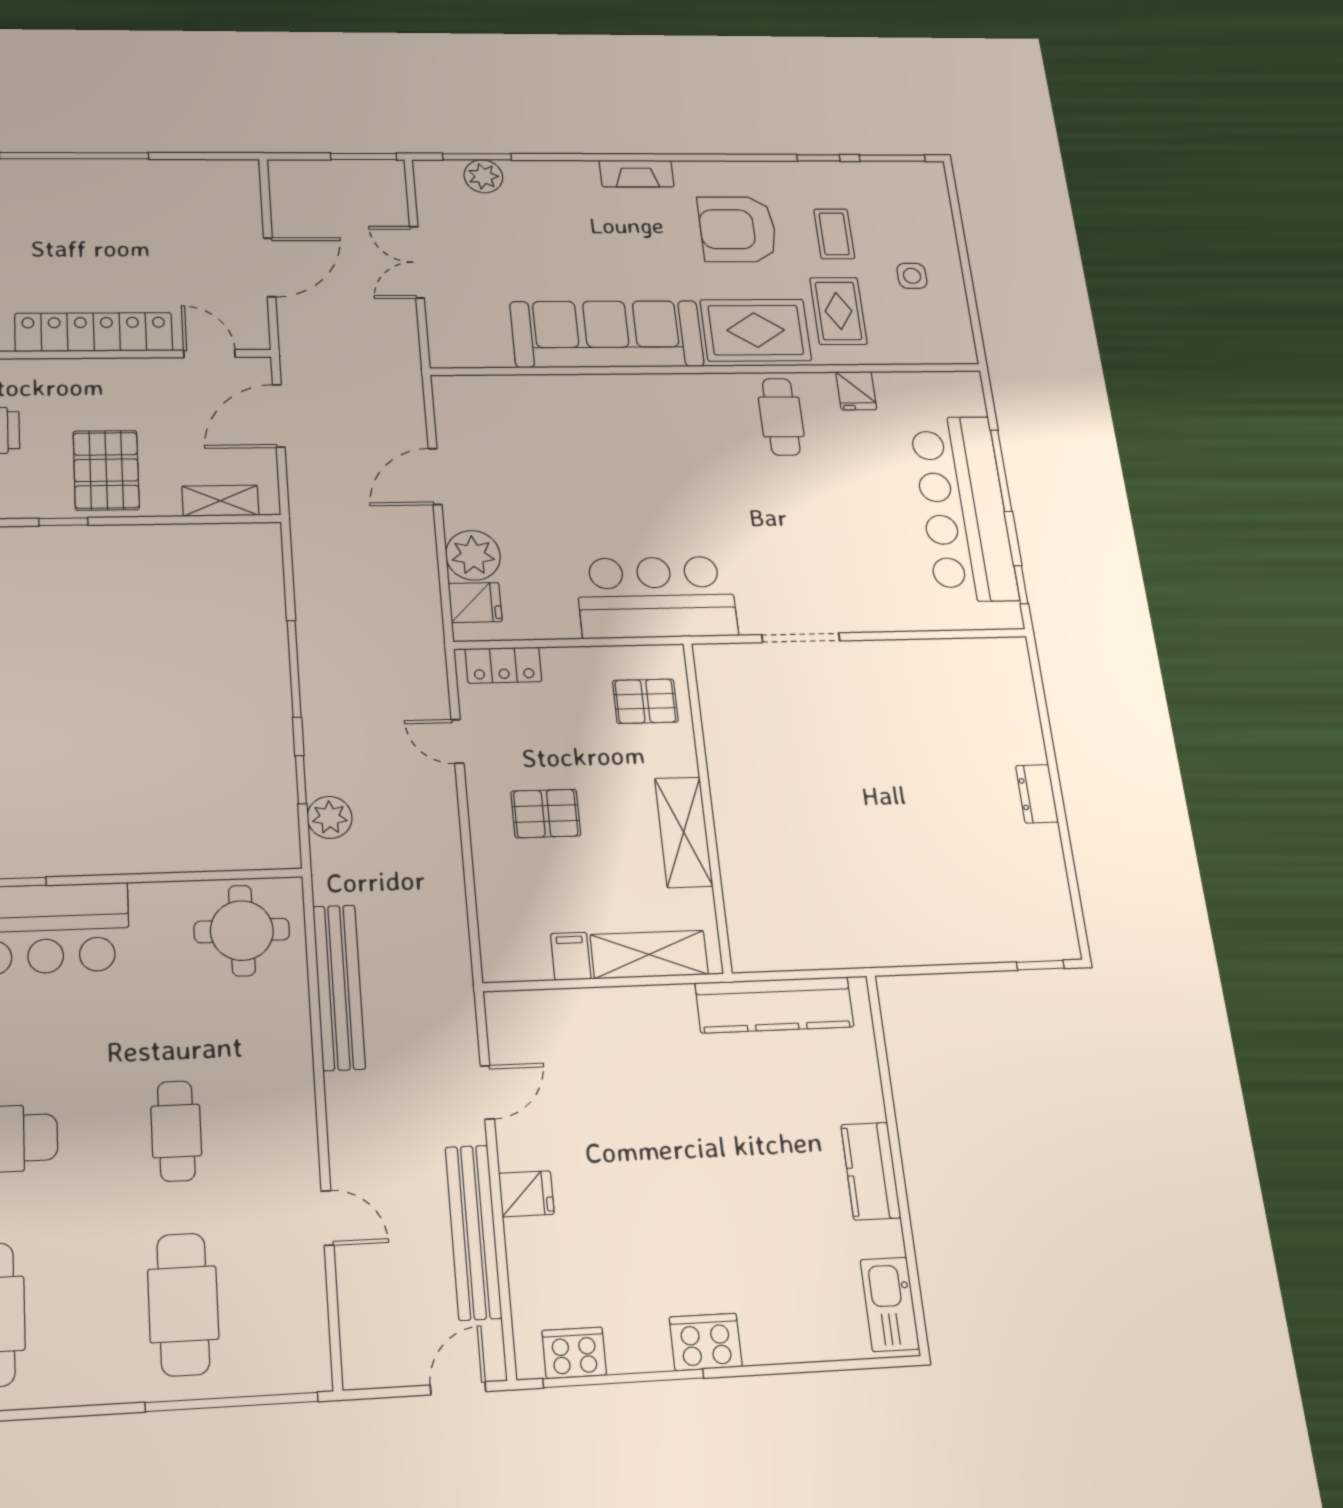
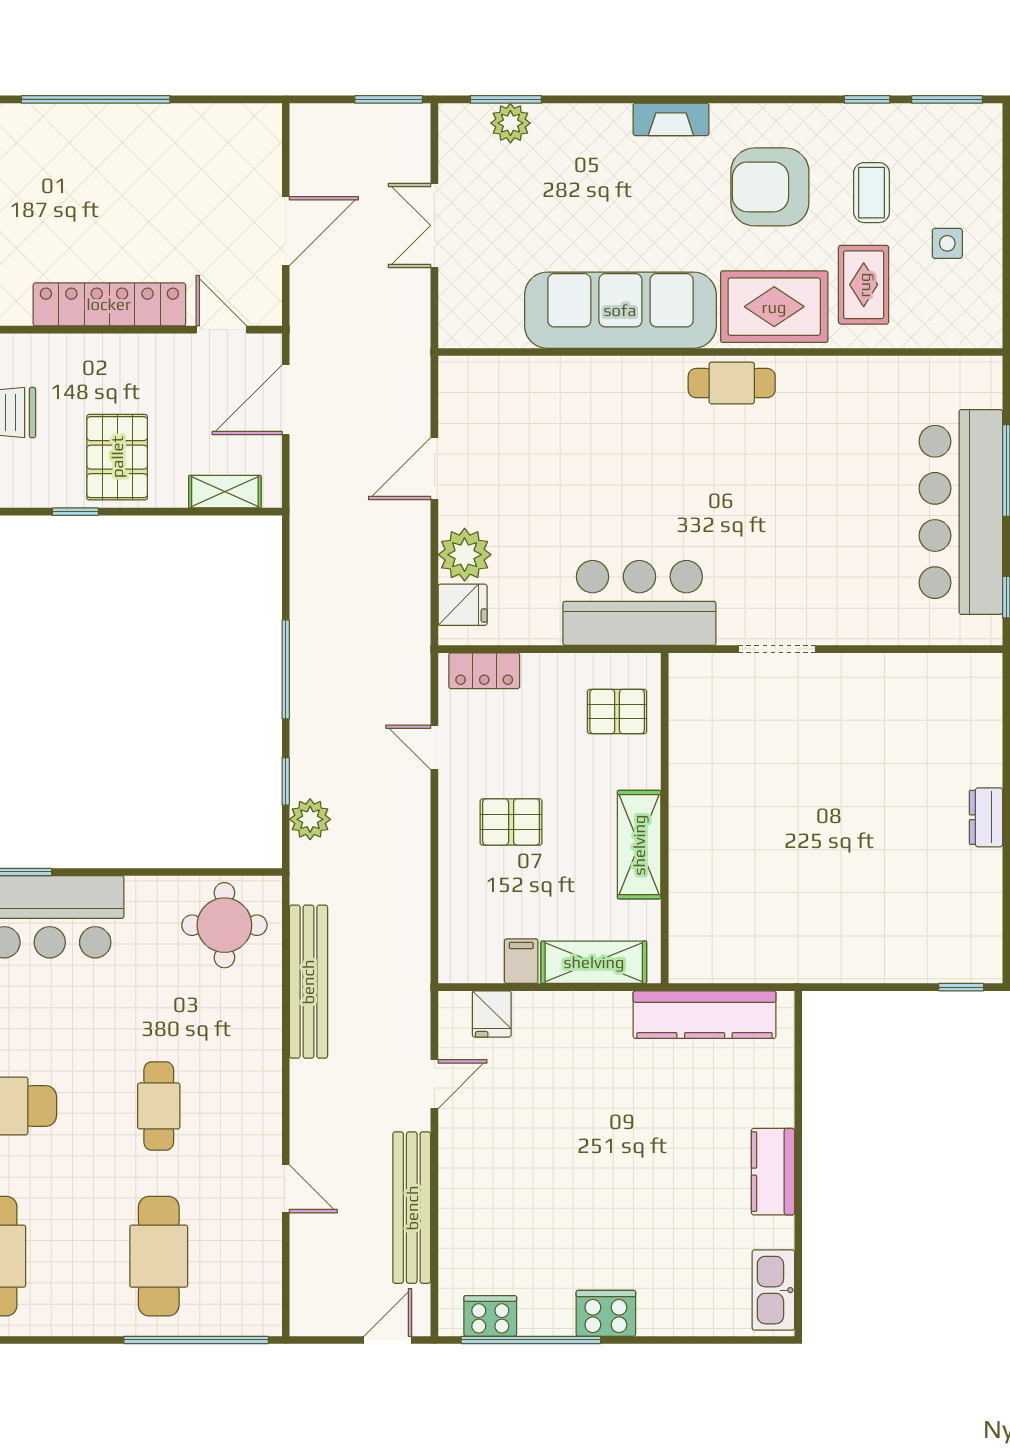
fridge: (856, 391) -> (869, 378), removed
cafe table: (781, 417) -> (732, 383), moved, turned 90
fridge: (526, 1194) -> (492, 1014), moved, turned 90

